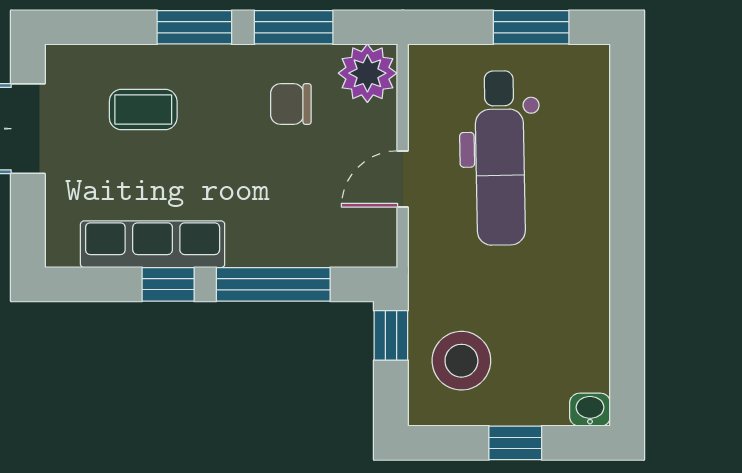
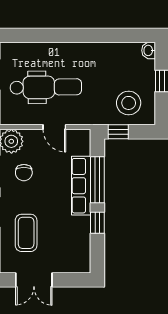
coffee table: (143, 109) -> (26, 233), width x1.36, depth x1.30
row of seats: (153, 244) -> (81, 186), moved

